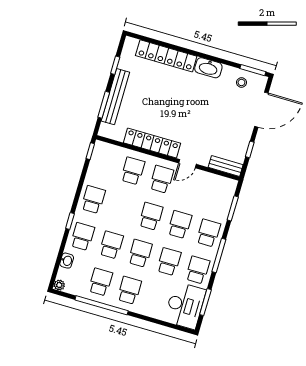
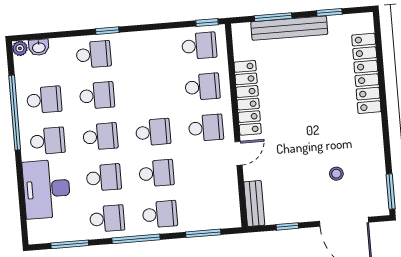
washbasin: (208, 68) -> (372, 133), removed
stool: (241, 82) -> (336, 174), moved
door: (187, 164) -> (239, 153), swing flipped
school desk: (93, 200) -> (199, 46), moved
washbasin: (67, 261) -> (39, 47), moved
desk: (185, 305) -> (47, 189), moved, turned 90

